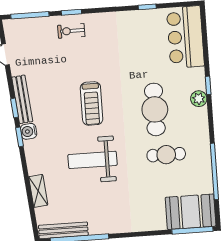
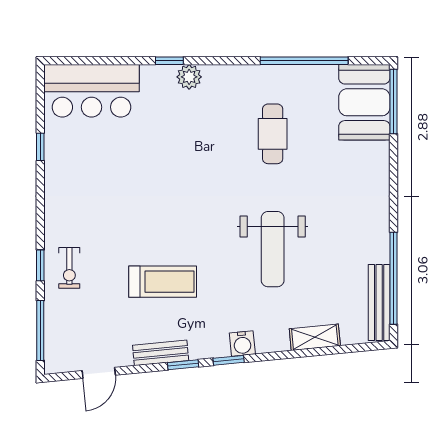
bench: (22, 99) -> (161, 353), width x0.73
treadmill: (92, 103) -> (163, 282), moved
cafe table: (155, 109) -> (201, 147), removed
water cooler: (29, 131) -> (242, 343), moved

